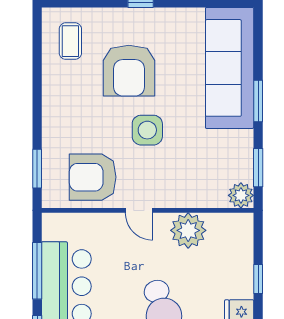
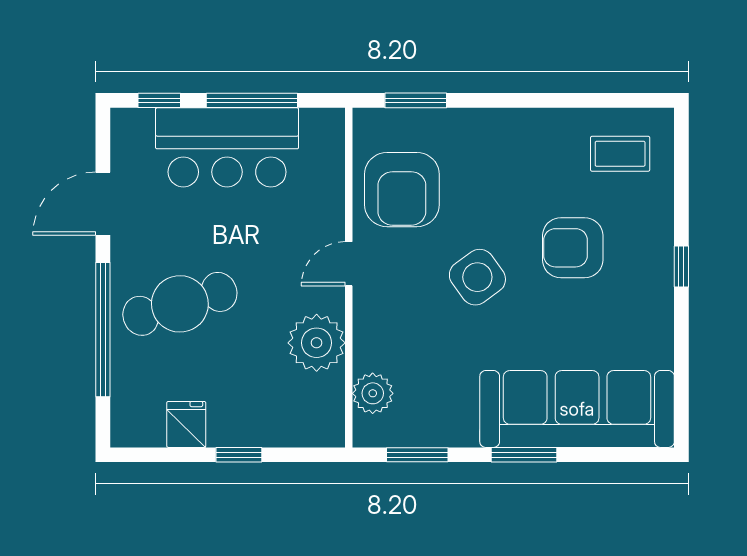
armchair: (129, 71) -> (573, 248), width x0.73, depth x0.73
side table: (147, 130) -> (477, 277), turned -36
armchair: (93, 177) -> (402, 190), turned 180
plant: (241, 195) -> (373, 393), moved

